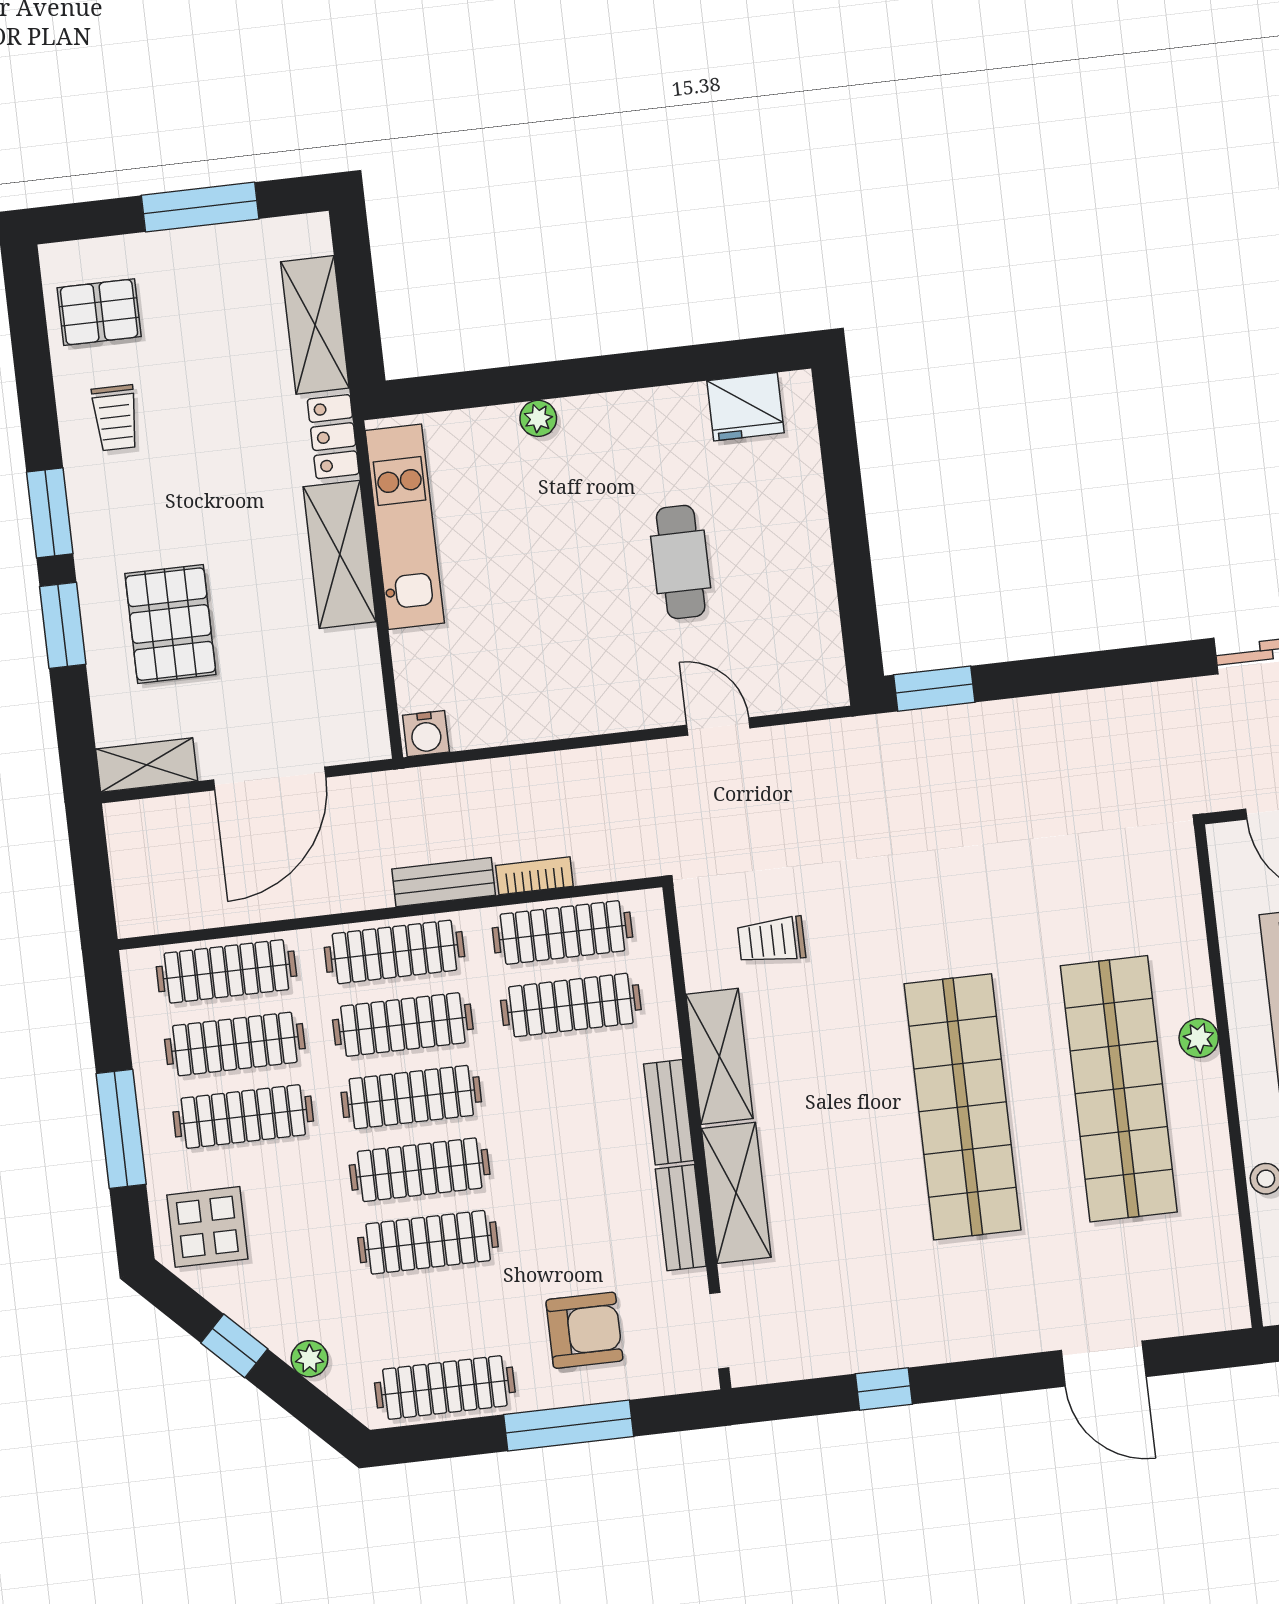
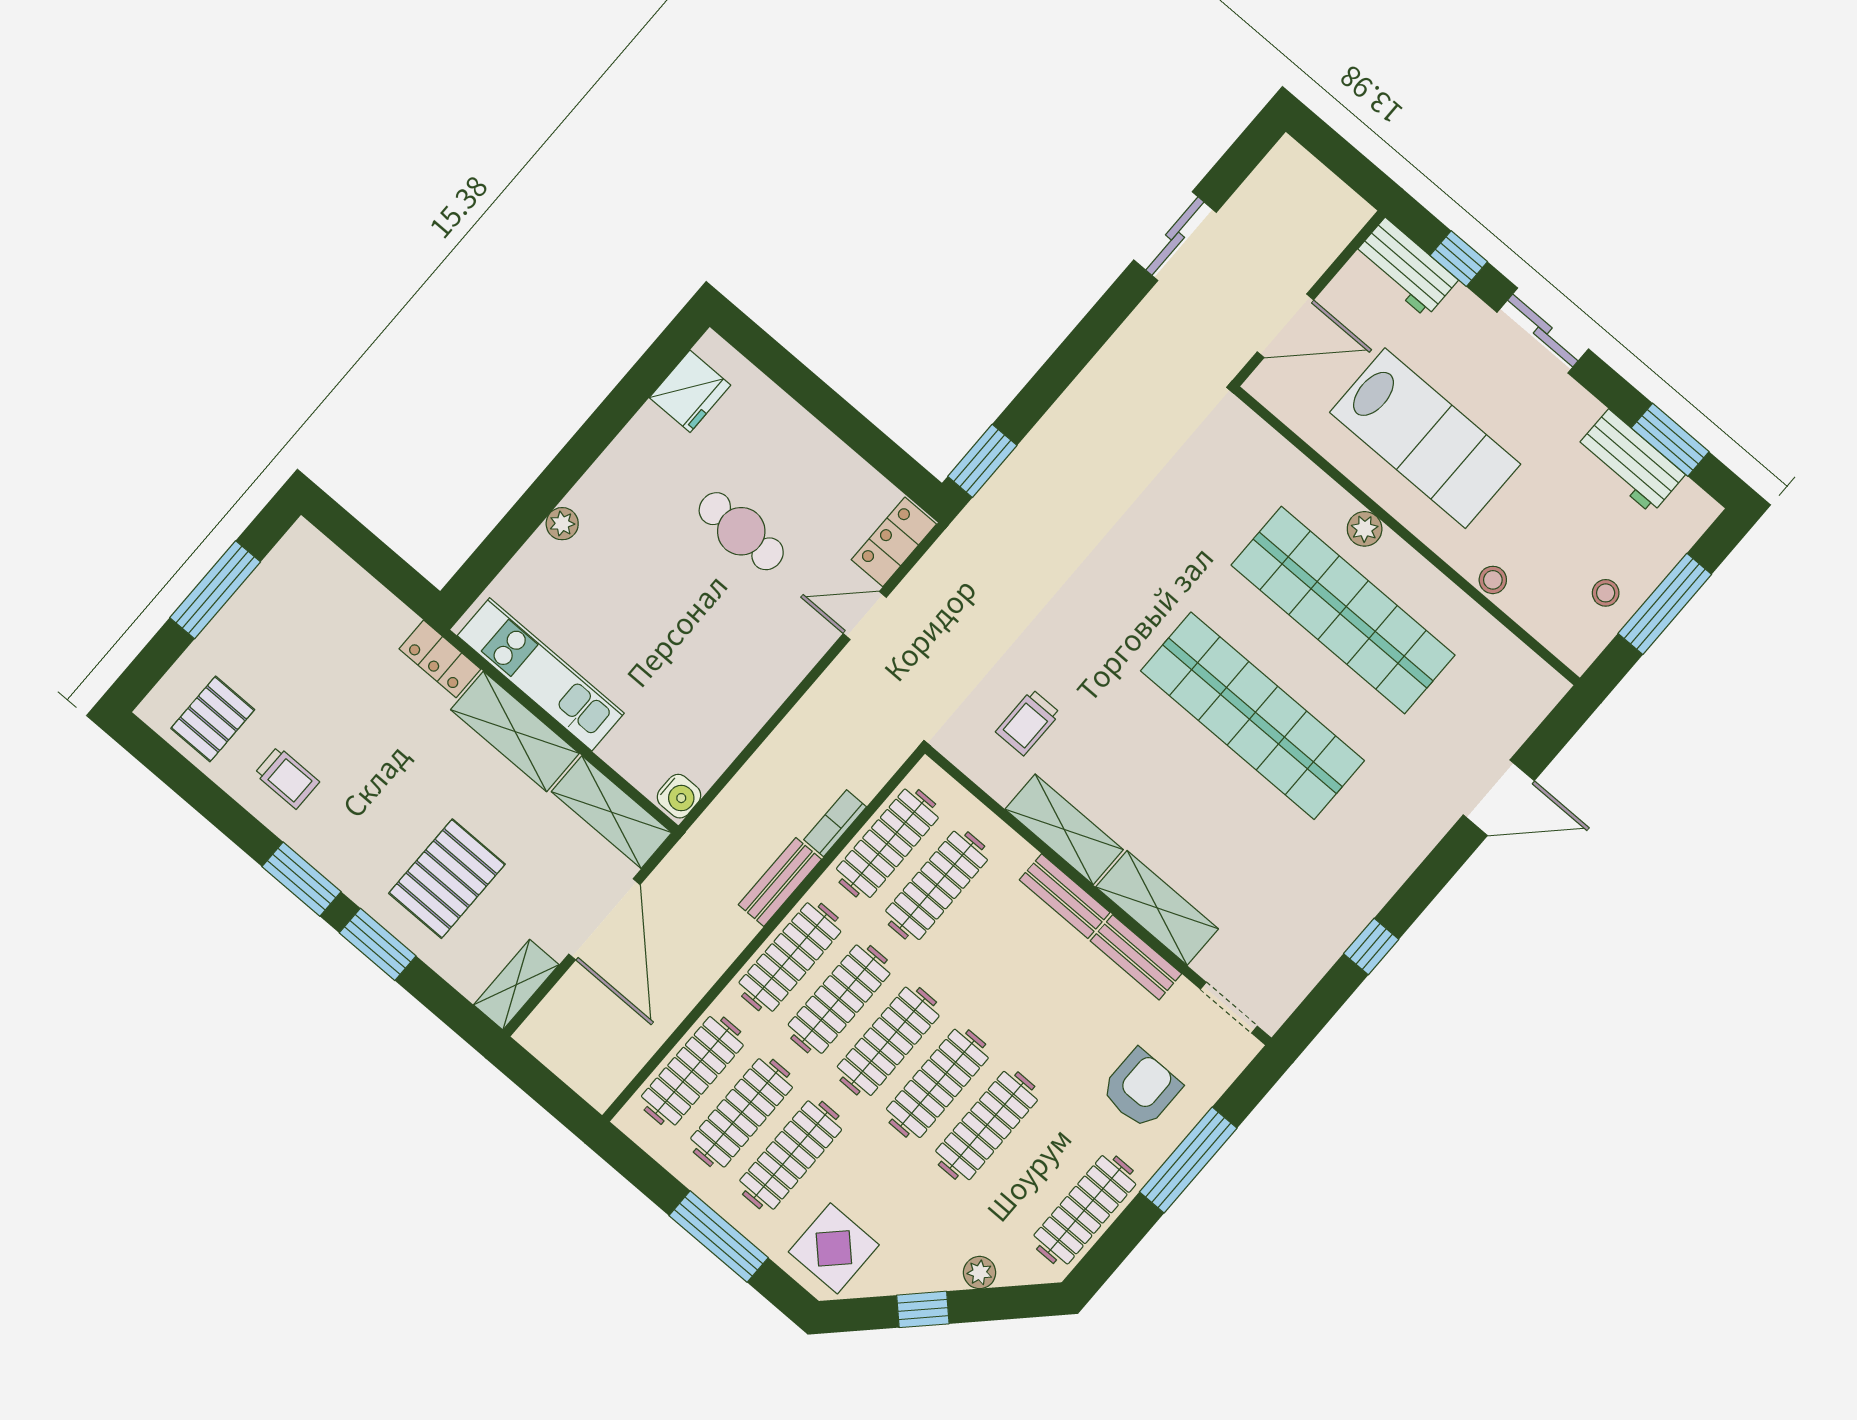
shelving: (315, 325) -> (611, 812), moved
pallet: (170, 624) -> (447, 879), turned 90
locker: (799, 688) -> (894, 542), added

